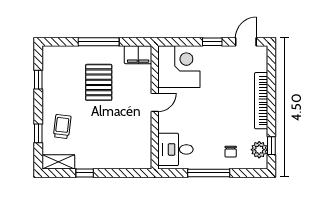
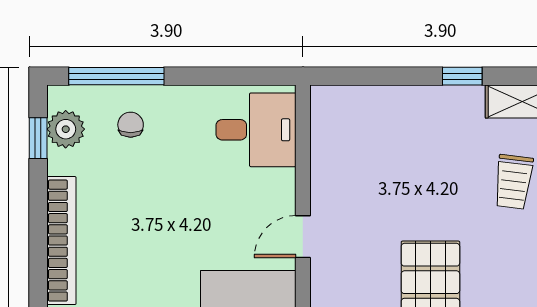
window: (209, 173) -> (116, 76), moved

